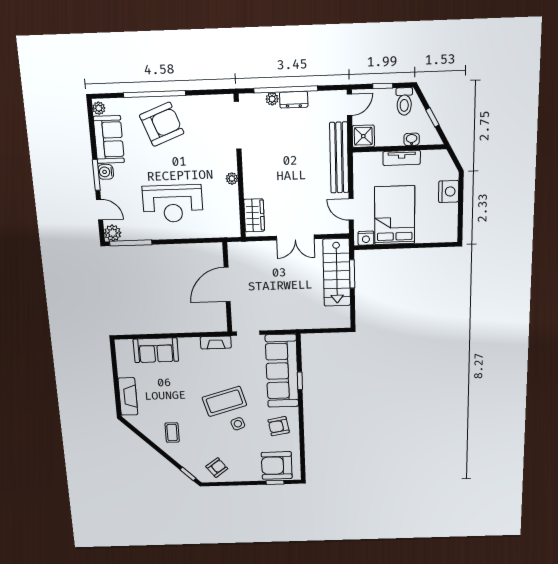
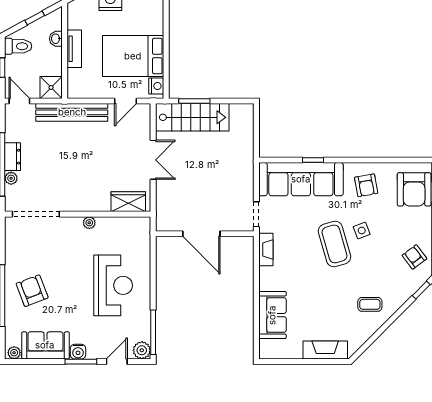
armchair: (162, 124) -> (32, 291), width x0.73, depth x0.73

